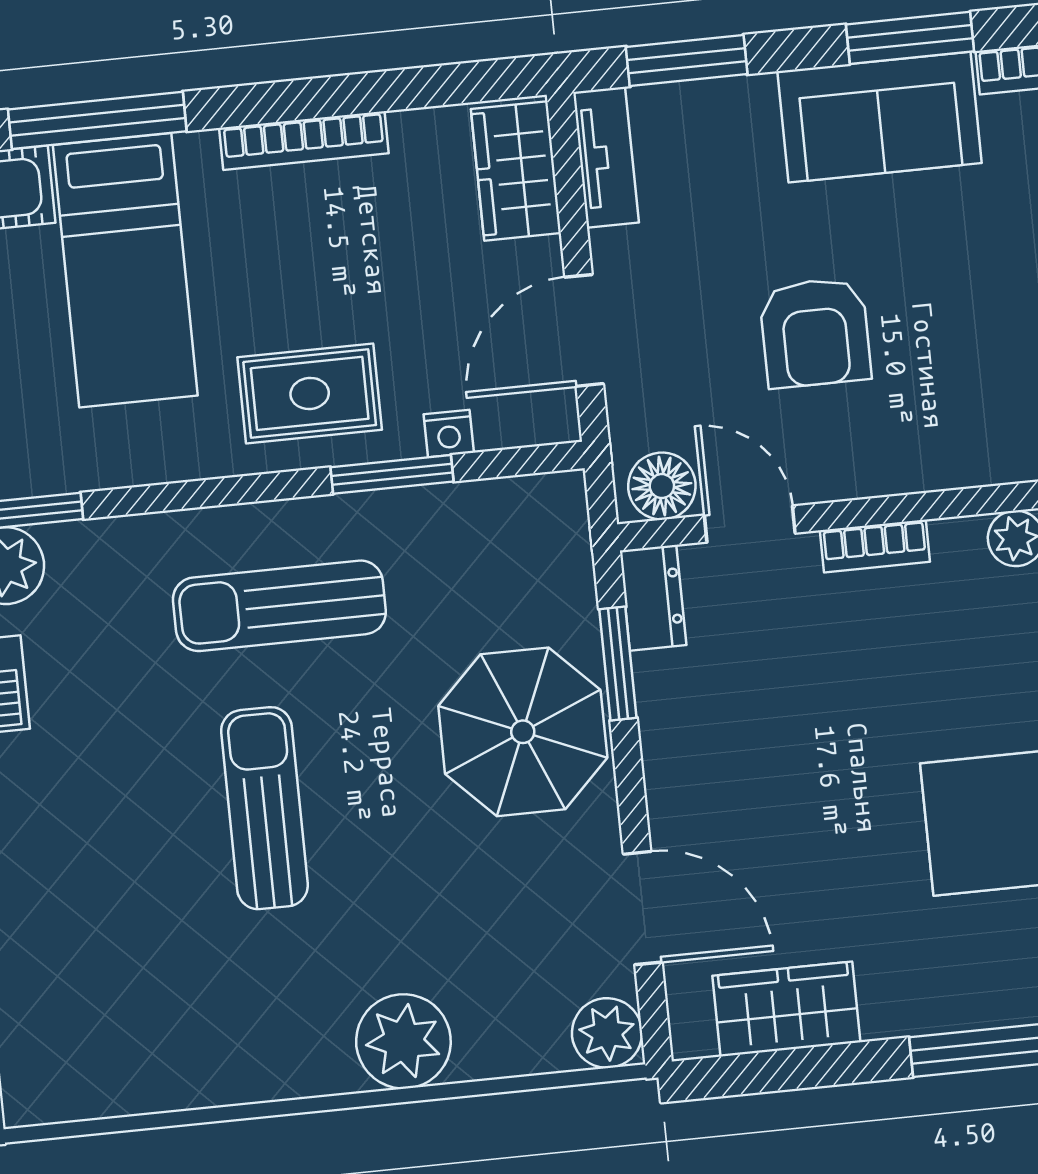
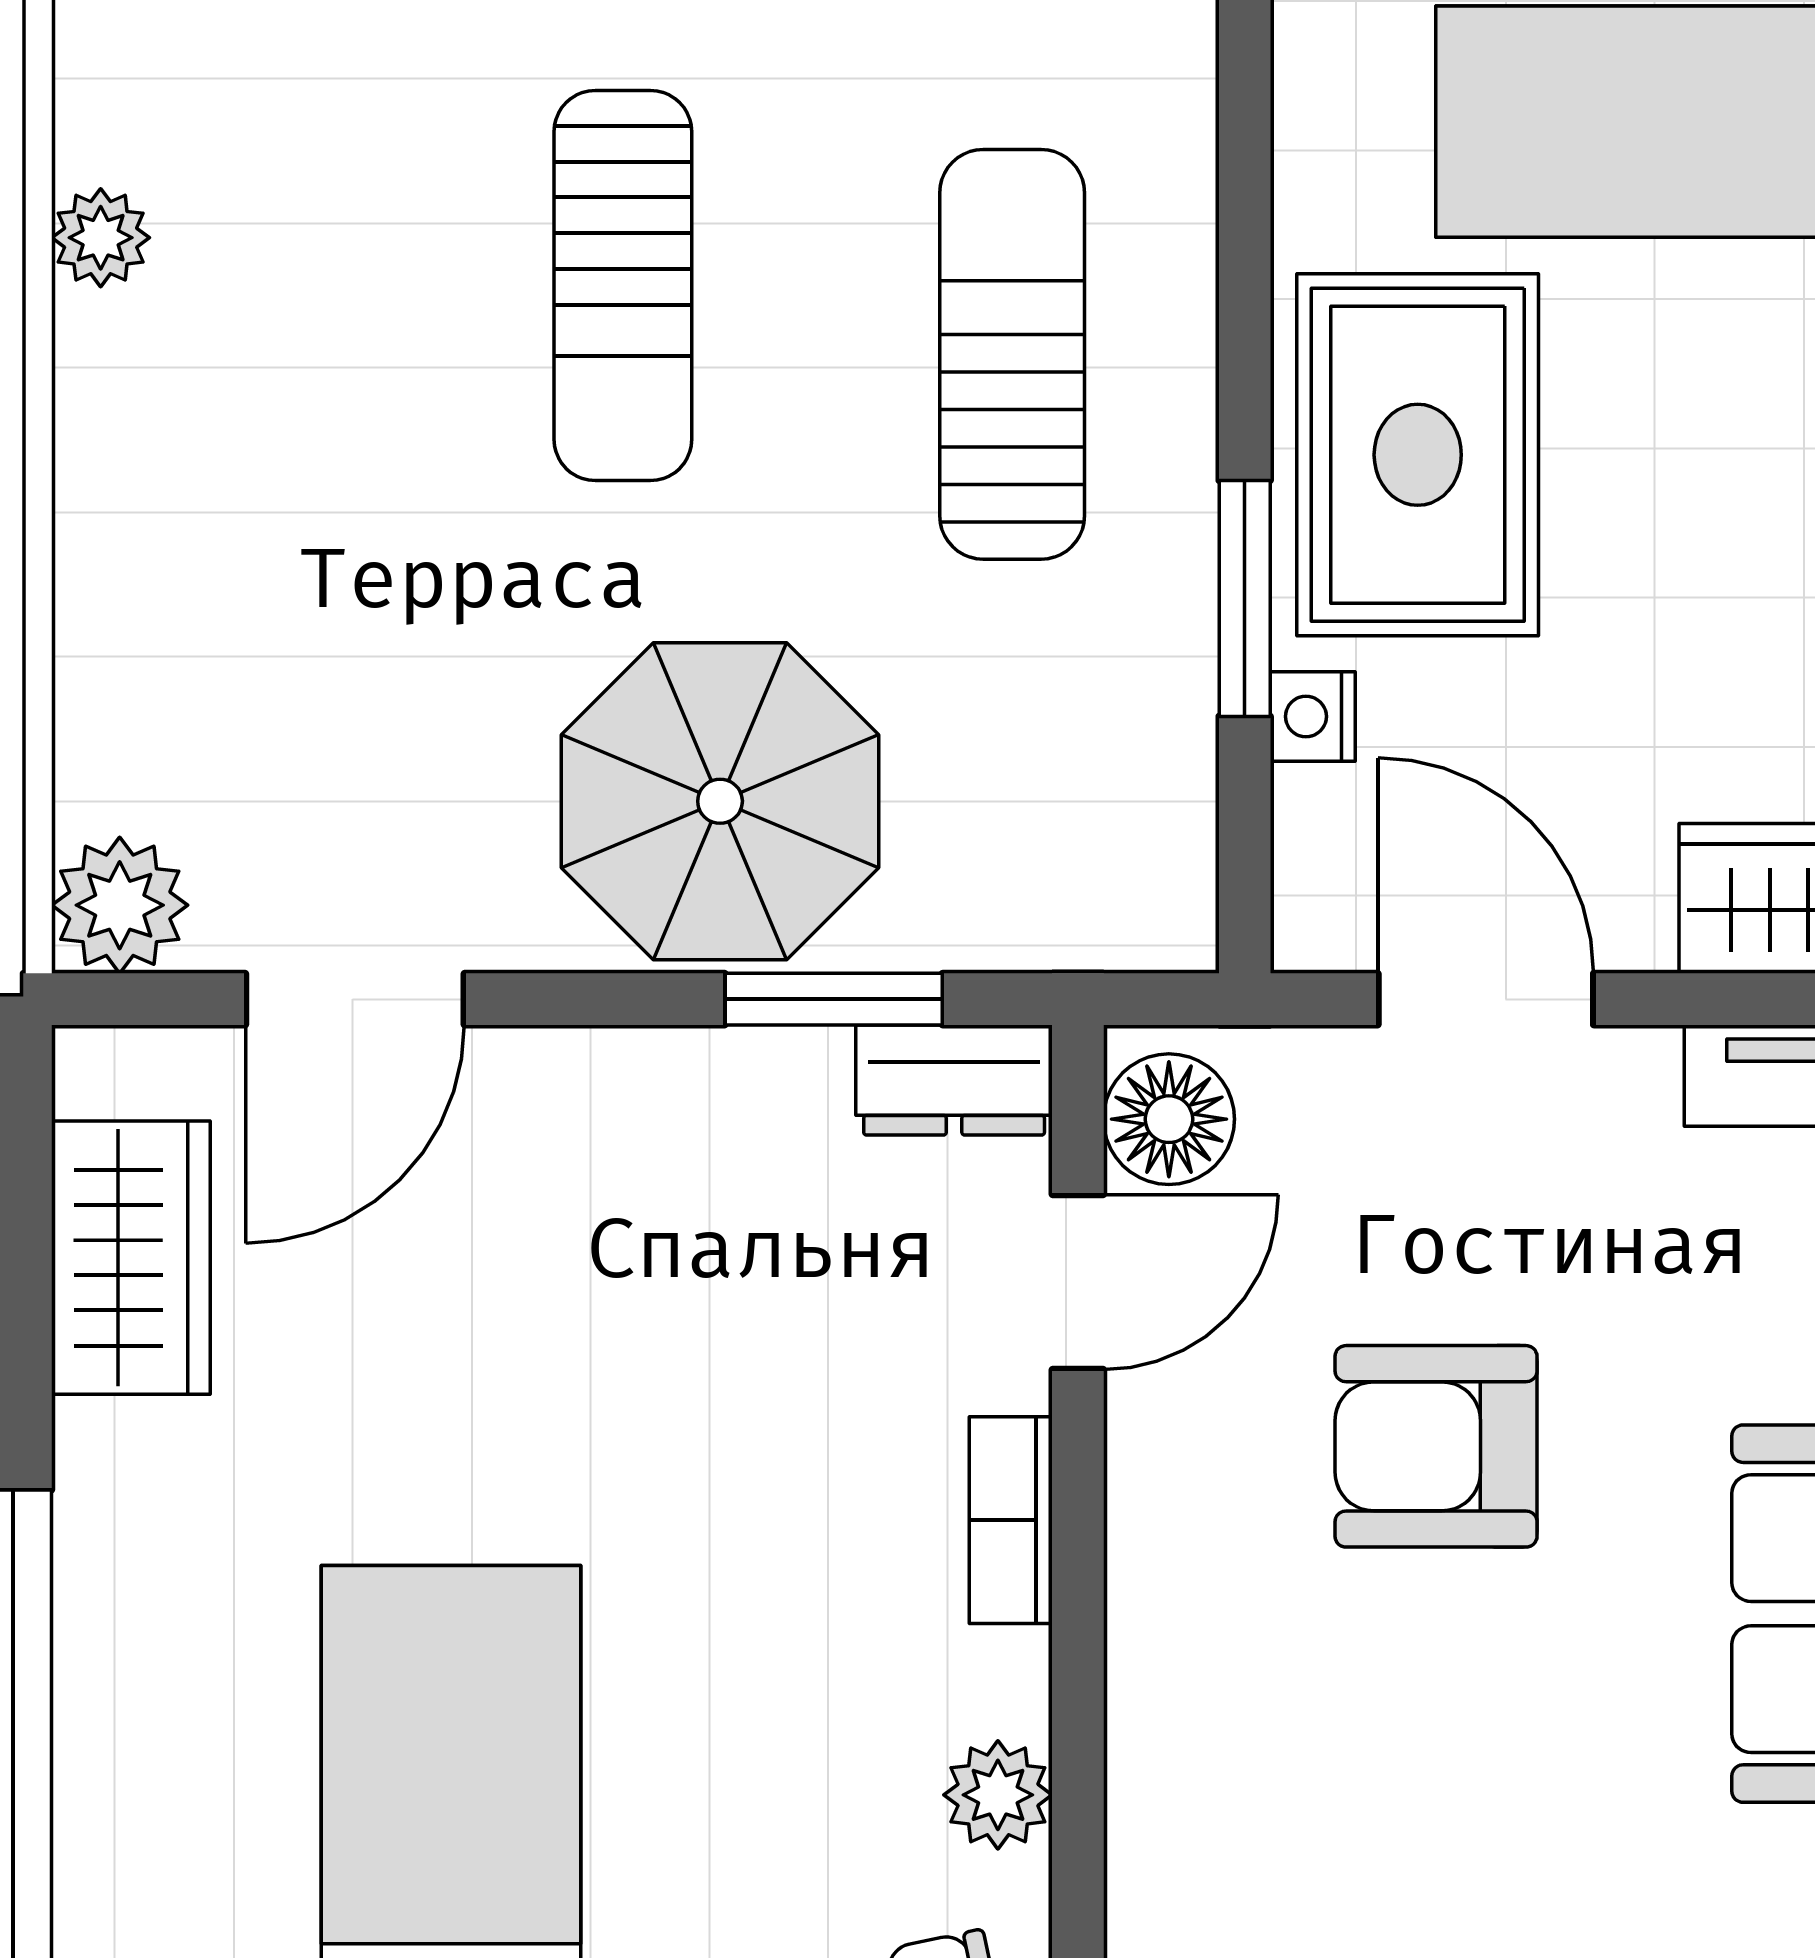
rug: (310, 393) -> (1418, 455), width x1.36, depth x1.43
sun lounger: (264, 808) -> (623, 286), turned 90
plant: (403, 1041) -> (101, 238), moved, width x0.53, depth x0.53

